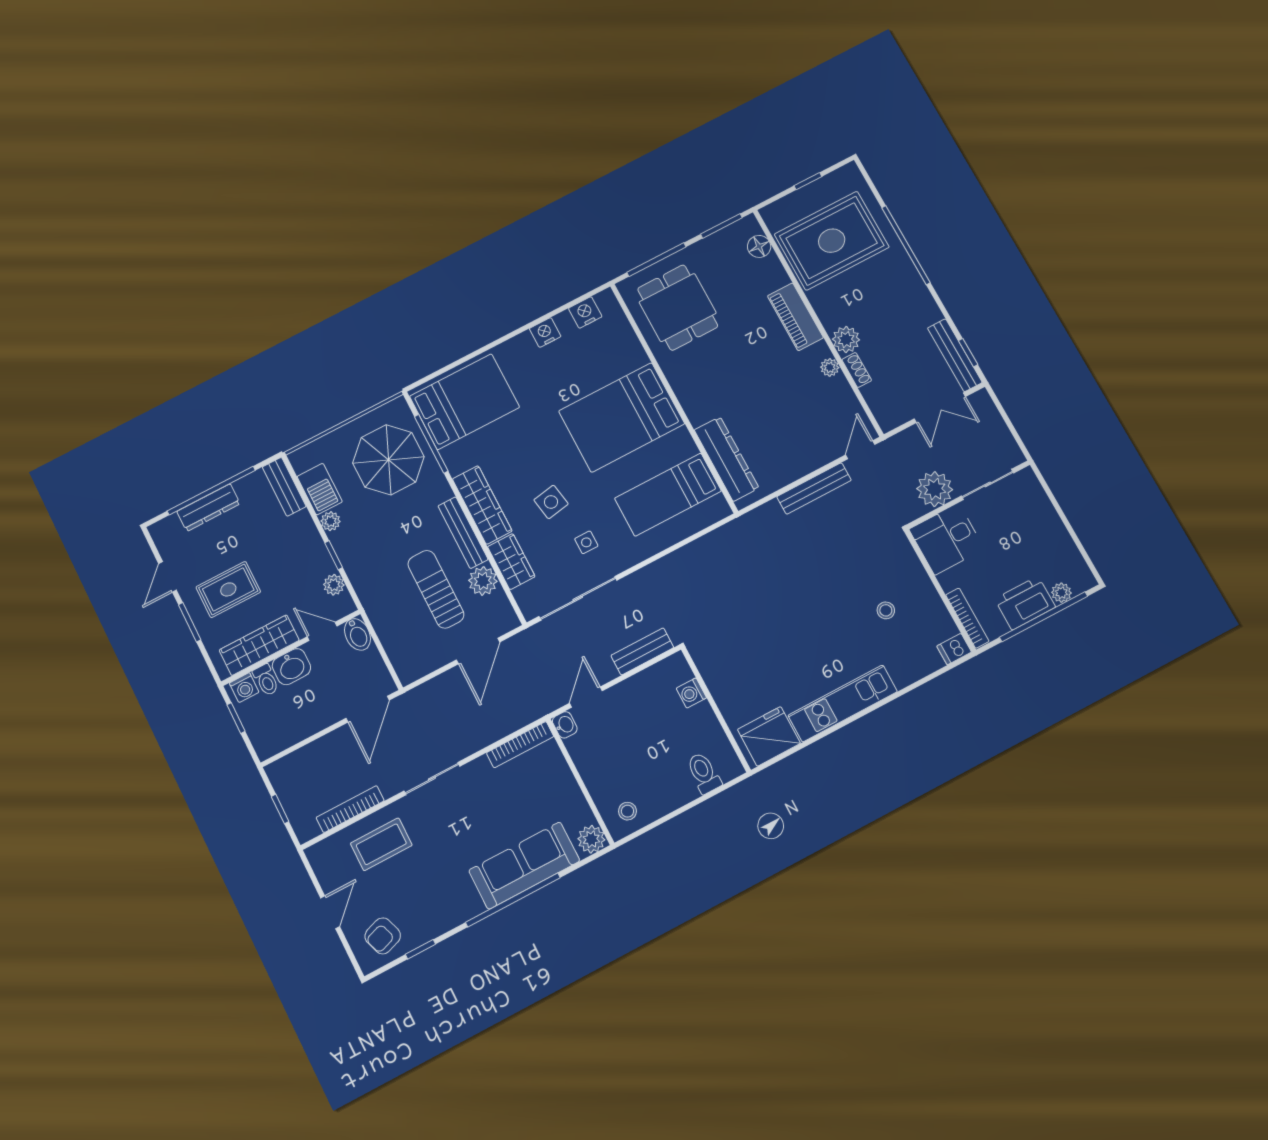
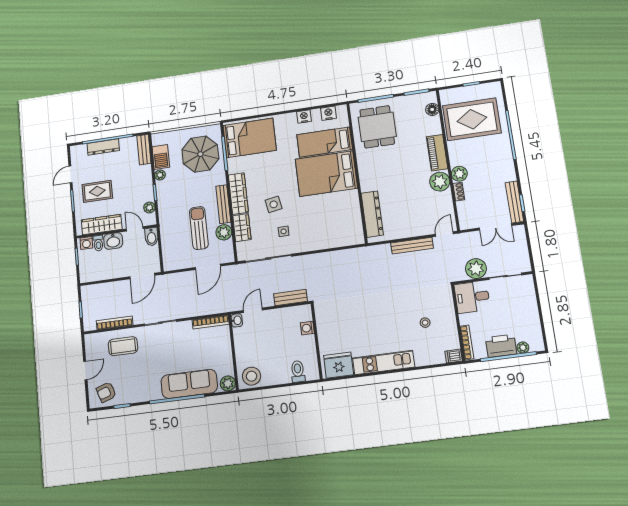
plant: (830, 367) -> (440, 182), width x1.88, depth x1.88
bed: (668, 495) -> (325, 142), moved
stool: (627, 811) -> (251, 376), width x1.89, depth x1.89

